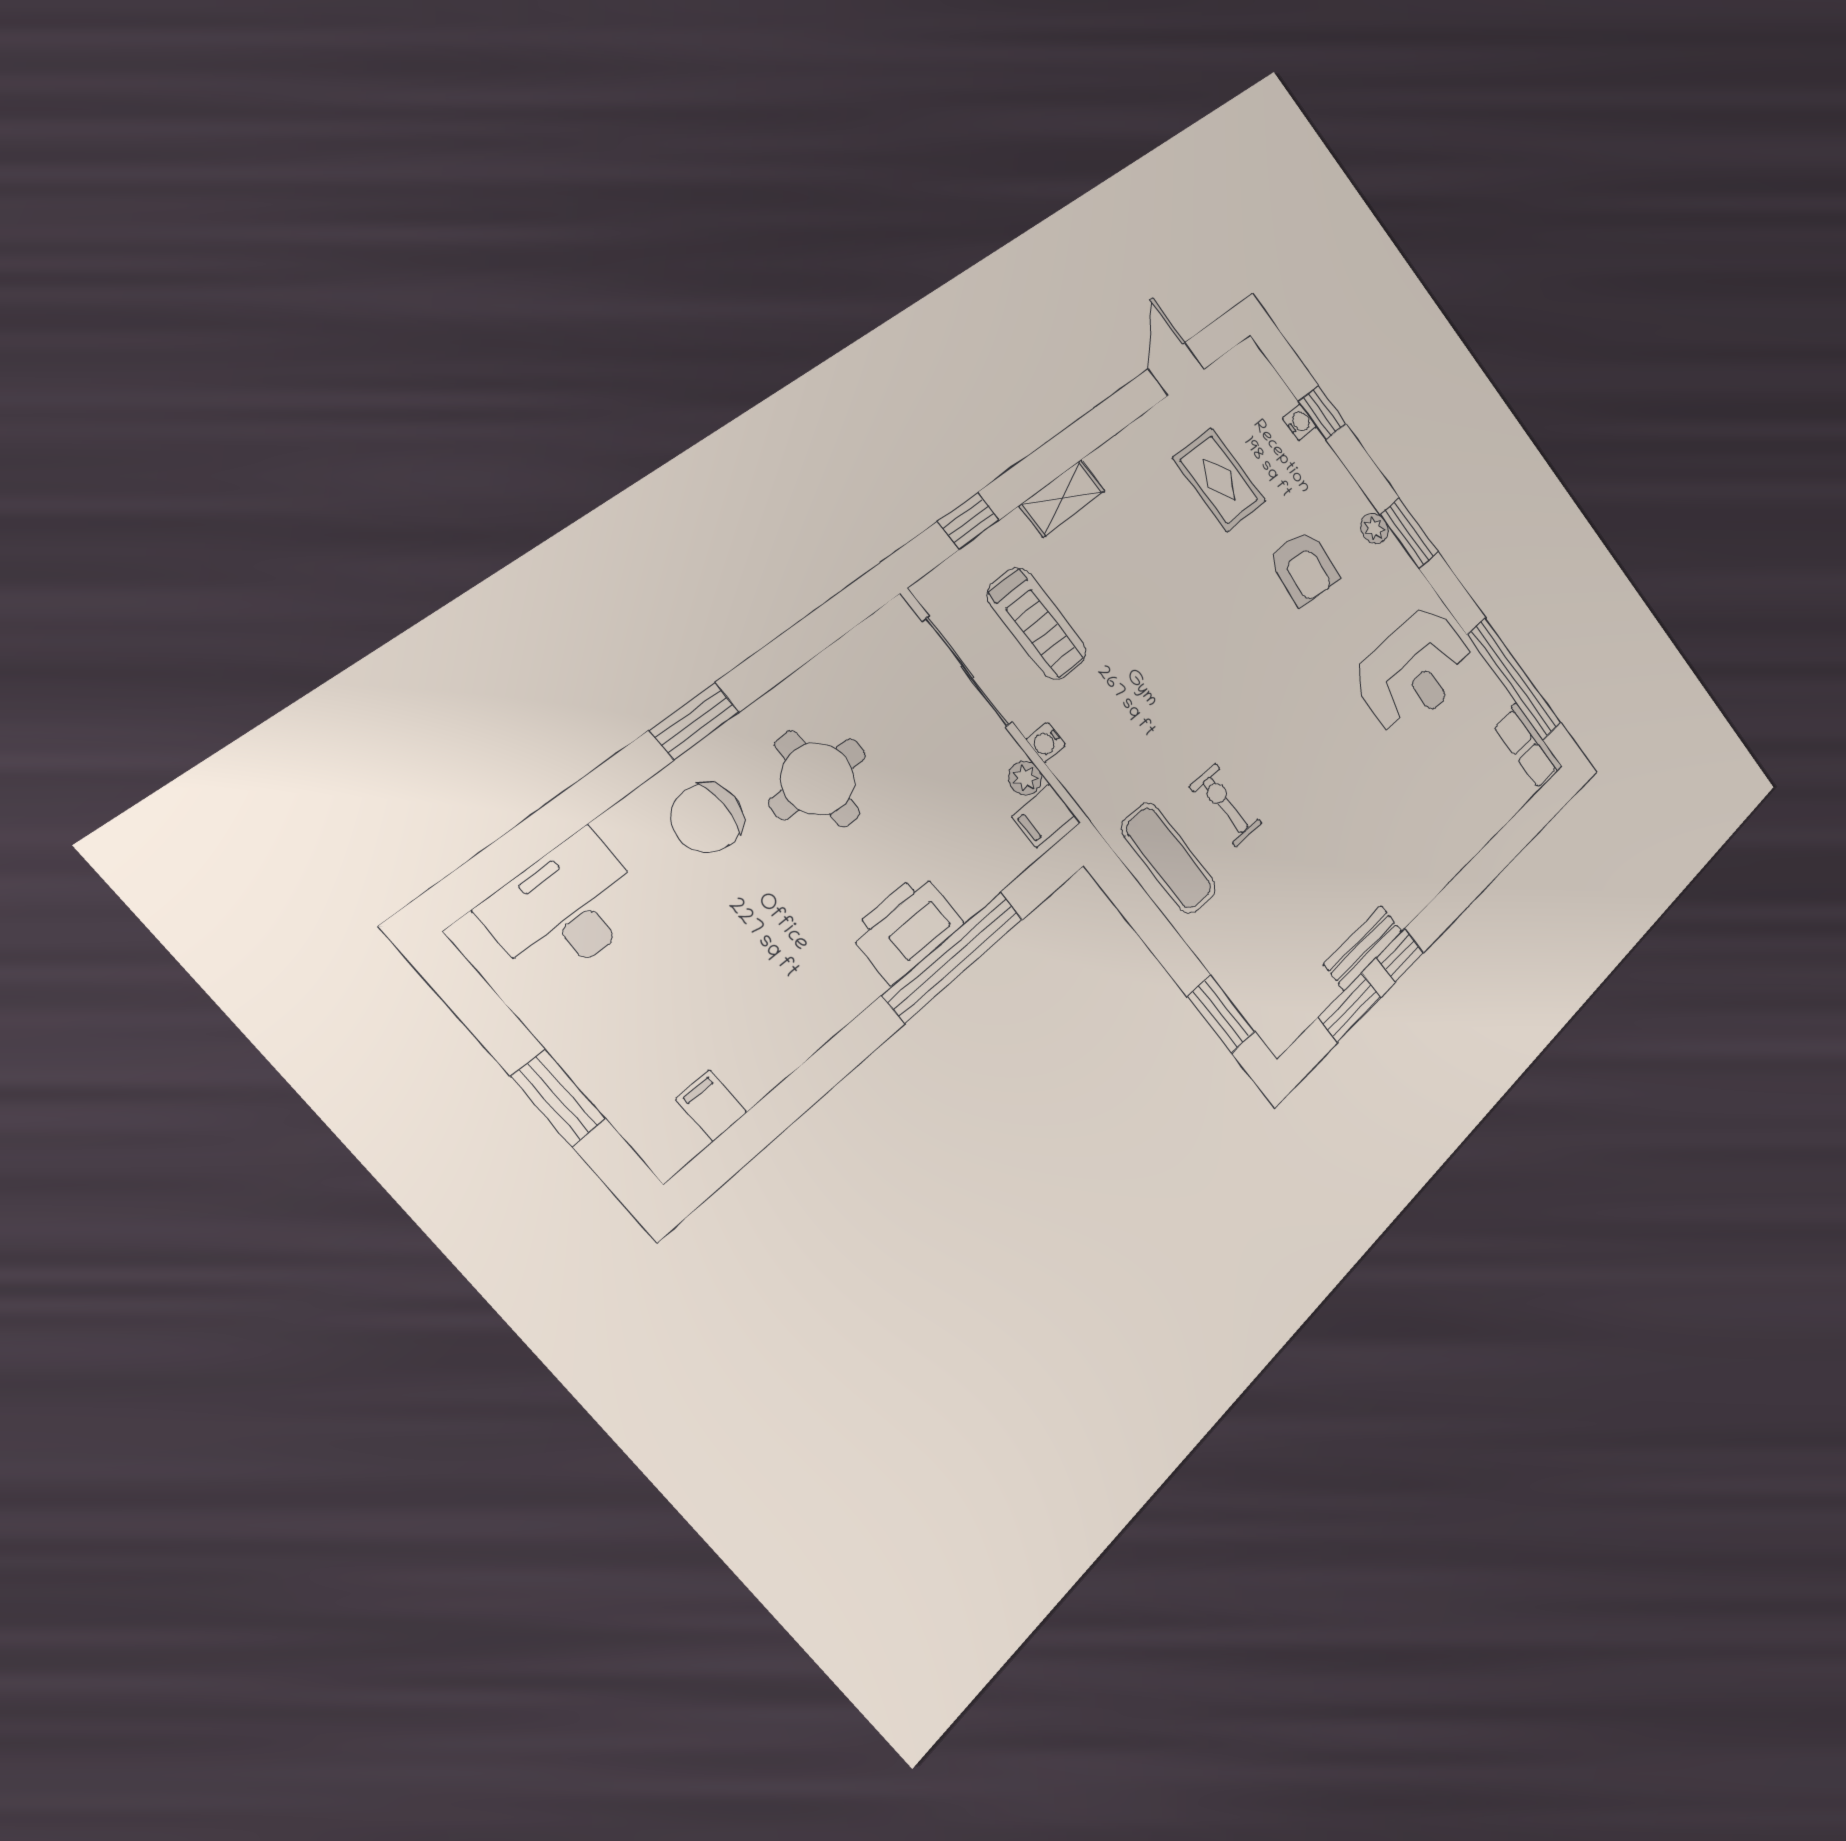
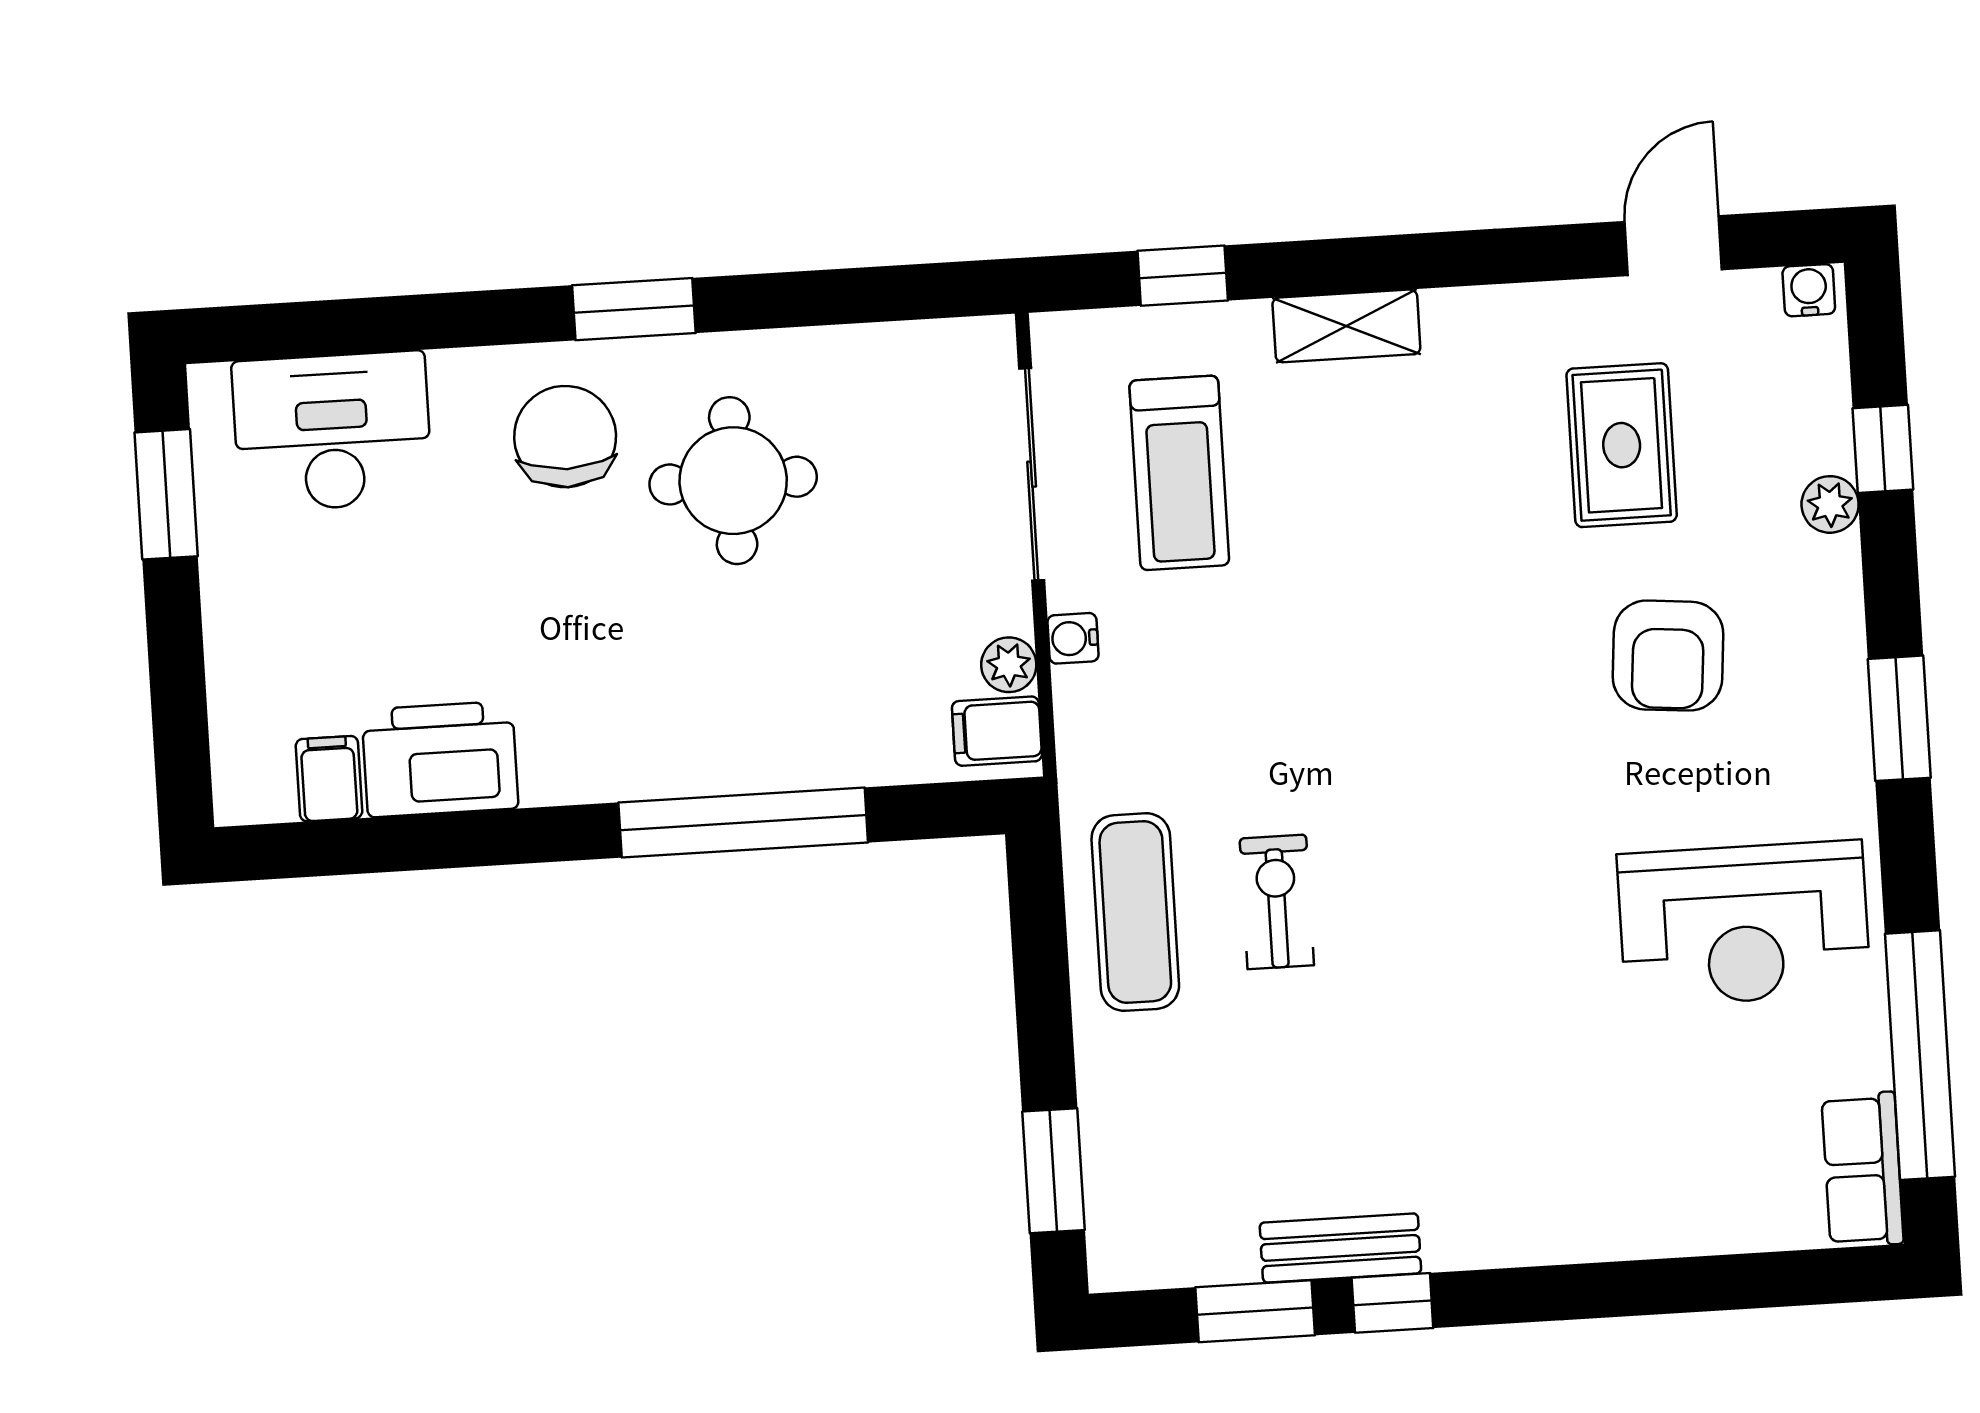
water cooler: (1299, 422) -> (1809, 290), moved, turned -90
plant: (1375, 529) -> (1830, 504), moved
chair: (707, 818) -> (565, 437), turned 90
printer: (906, 928) -> (440, 759), moved
window: (559, 1098) -> (166, 494), moved

